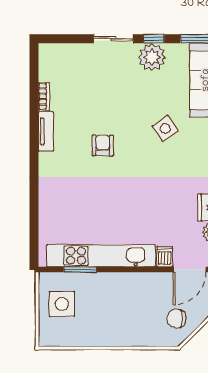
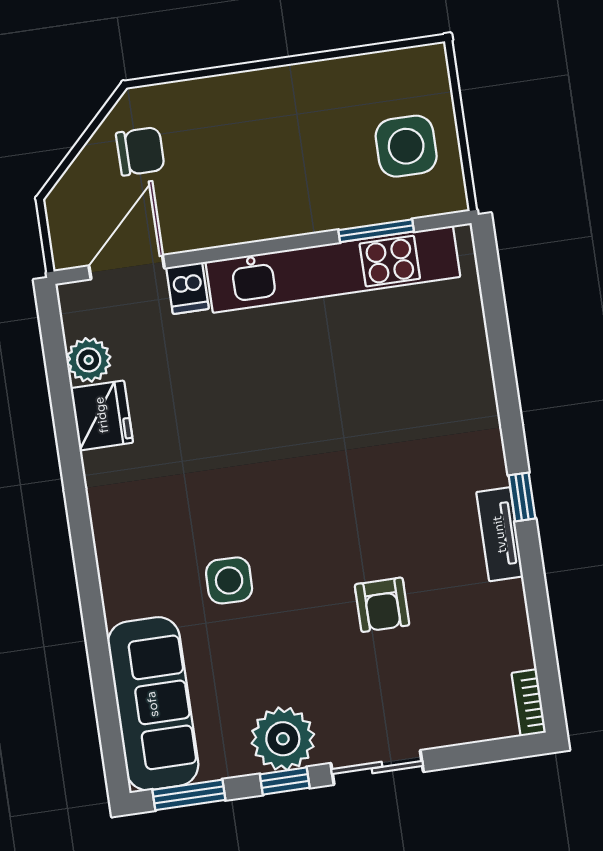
bookcase: (44, 96) -> (529, 703), moved
side table: (165, 128) -> (229, 580), turned 35
armchair: (103, 145) -> (382, 605), moved
window: (34, 146) -> (522, 497), added

